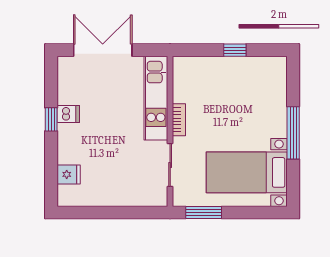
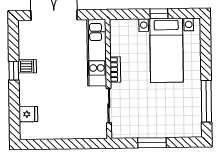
window: (293, 133) -> (206, 101), moved
bed with nightstands: (247, 172) -> (167, 50), moved, turned -90
window: (204, 213) -> (152, 143), moved

